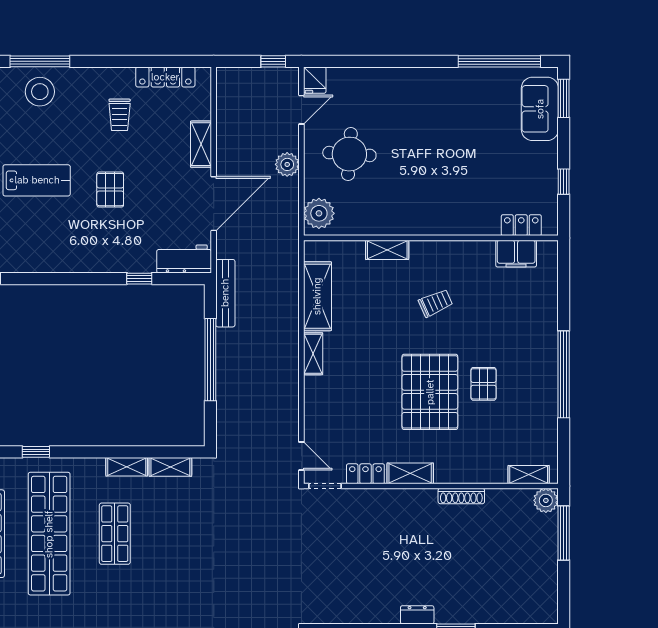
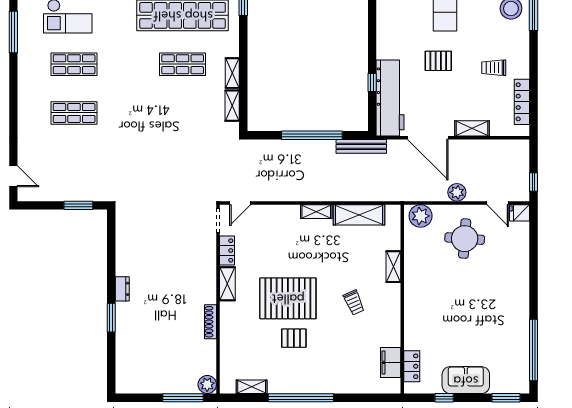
sofa: (540, 109) -> (466, 380), moved
workbench: (184, 259) -> (390, 98), width x1.87, depth x1.32
shelving: (529, 475) -> (252, 387), moved, turned 90

